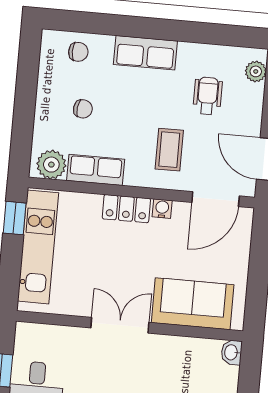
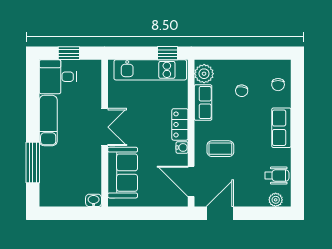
wheelchair: (208, 96) -> (277, 176), moved

